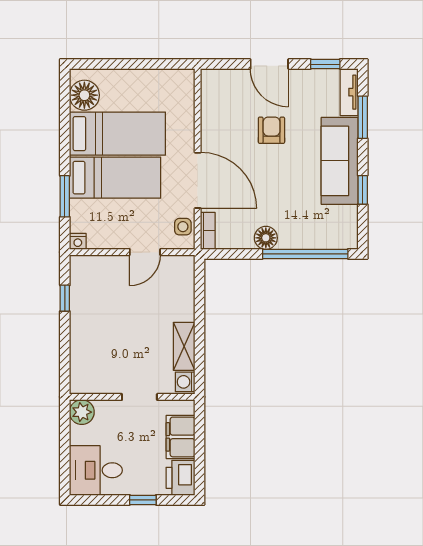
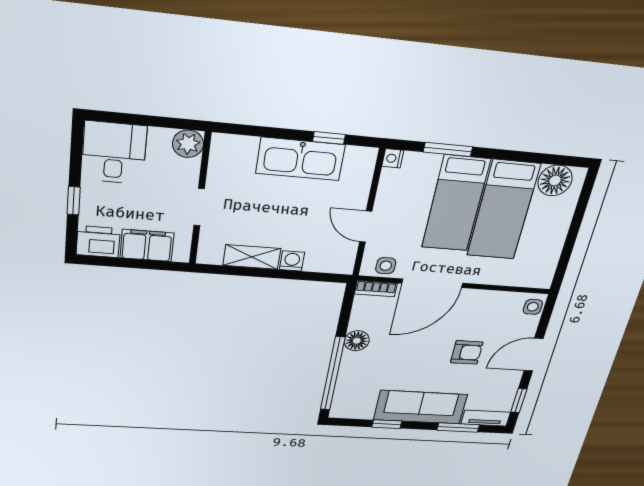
side table: (215, 80) -> (533, 307), added
kitchen sink: (86, 319) -> (300, 159), added
washing machine: (185, 382) -> (292, 261), moved

